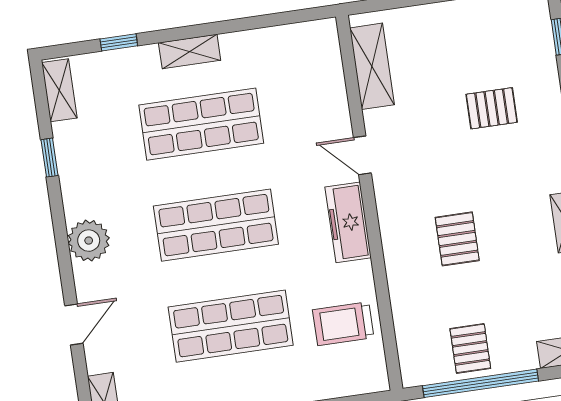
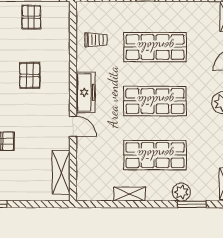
window: (119, 42) -> (192, 204), width x1.50
shelving: (190, 51) -> (130, 194), moved
plant: (142, 62) -> (181, 192), added
trolley: (343, 324) -> (96, 40), width x0.73, depth x0.72

